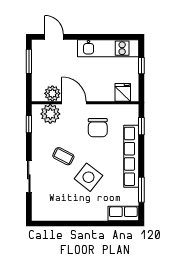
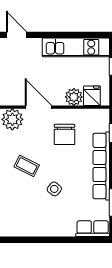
plant: (52, 93) -> (74, 97), moved
side table: (88, 177) -> (54, 189), width x0.54, depth x0.54

